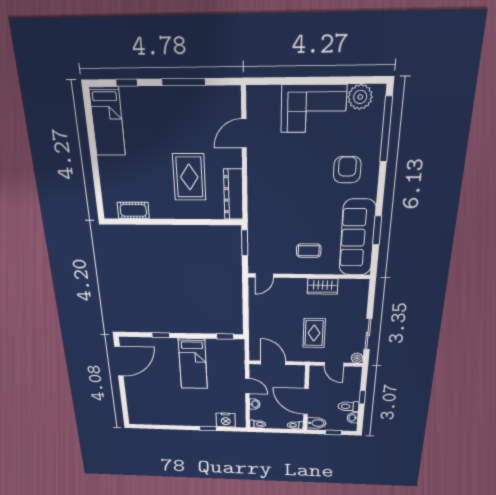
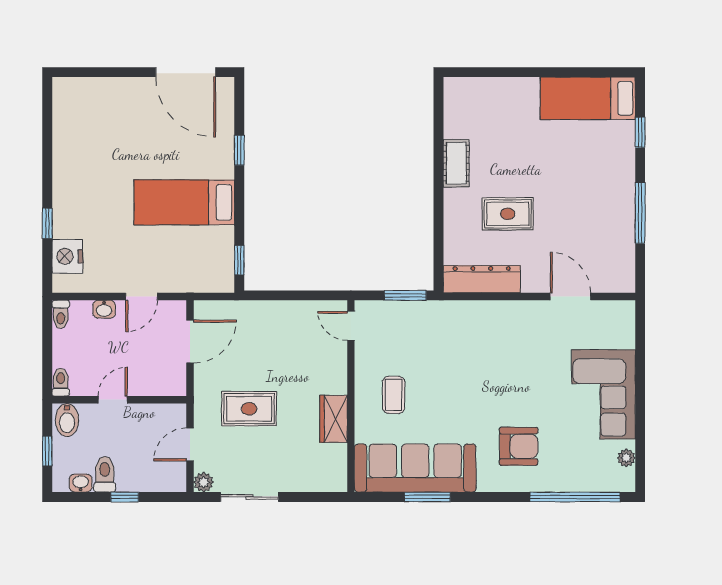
plant: (360, 97) -> (626, 458), width x0.53, depth x0.53
rug: (189, 177) -> (508, 214), width x0.73, depth x0.70
cot: (133, 210) -> (456, 163), moved
door: (306, 401) -> (113, 400), width x0.53

